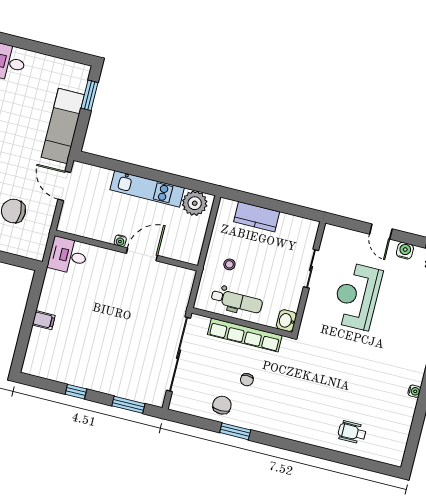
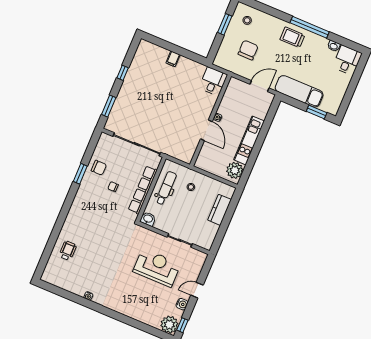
dental chair: (237, 301) -> (166, 188), turned 180

